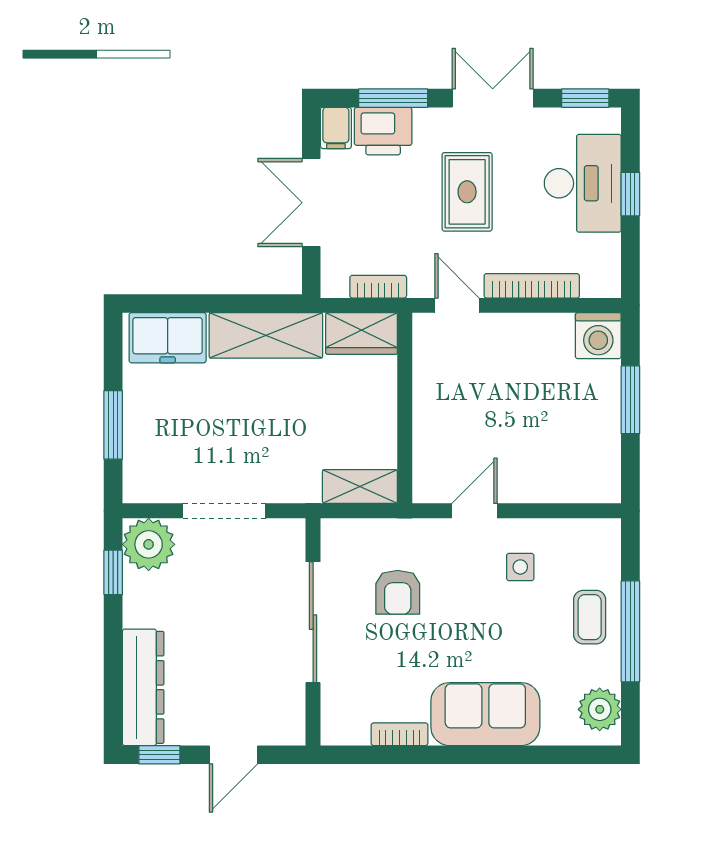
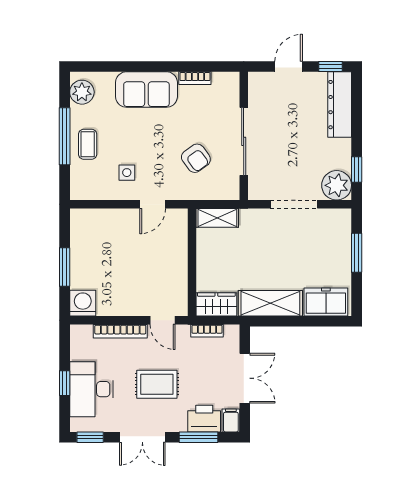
rug: (467, 192) -> (157, 384), turned 90
armchair: (398, 592) -> (196, 158), turned 144

